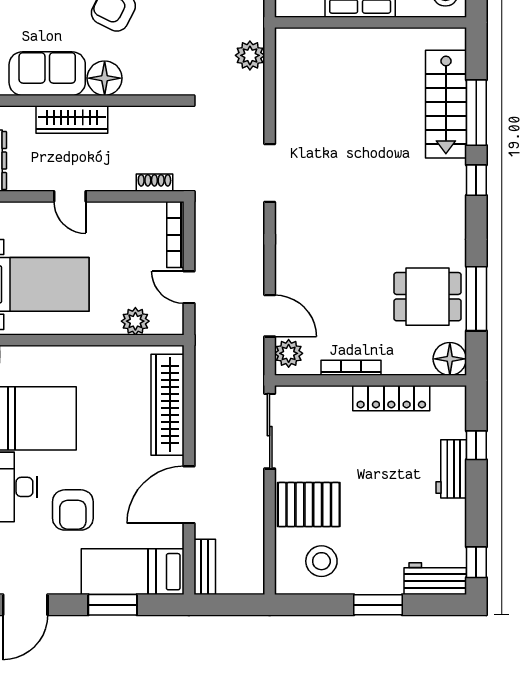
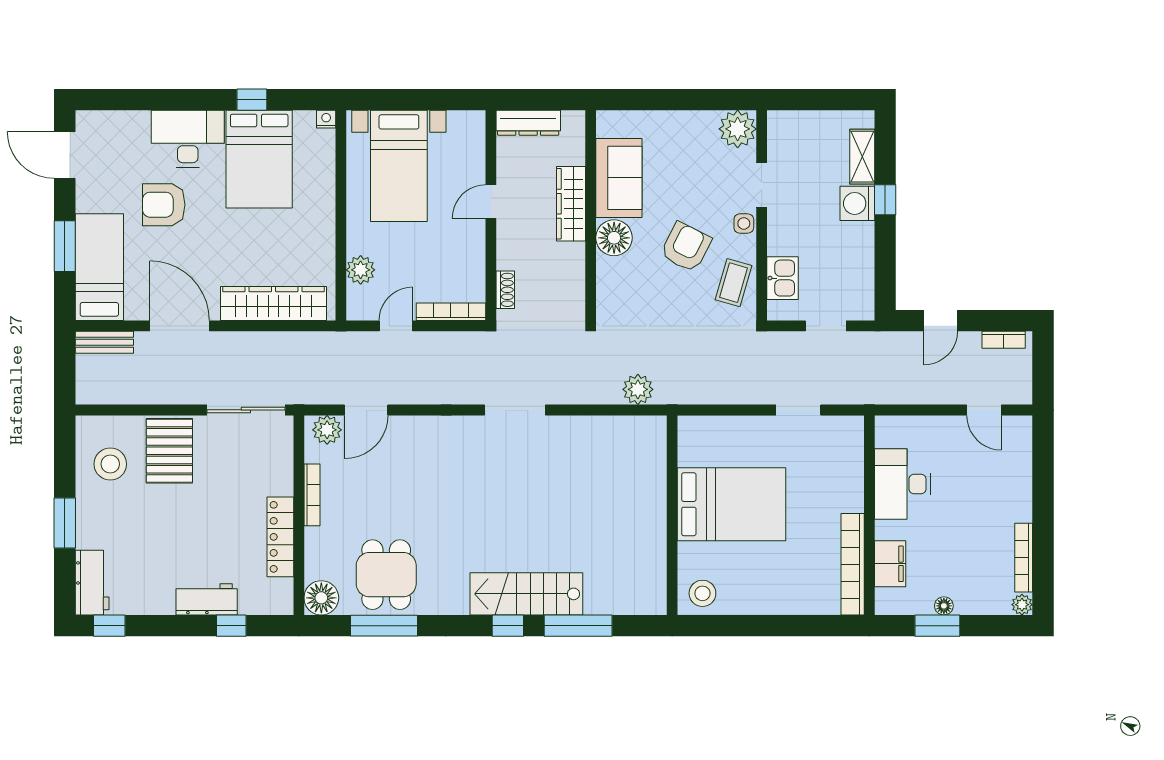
stairs: (446, 104) -> (526, 594), moved

